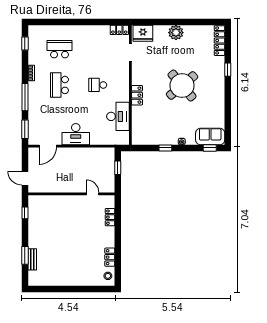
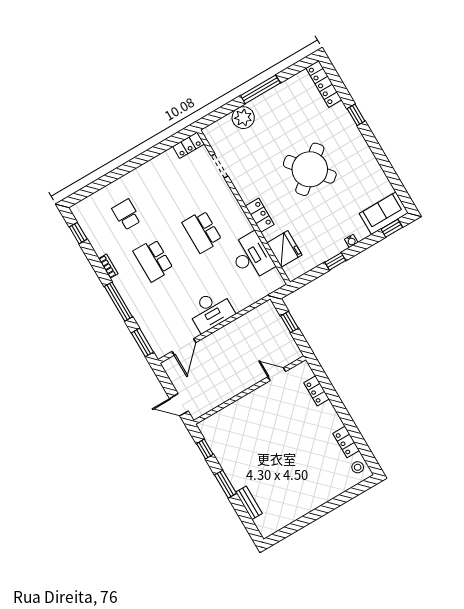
window: (181, 22) -> (260, 89), added
fridge: (143, 33) -> (284, 249), moved, turned -90
plant: (176, 33) -> (243, 118), moved
school desk: (60, 49) -> (126, 215), width x0.54
school desk: (98, 85) -> (202, 232), width x1.85
window: (25, 255) -> (226, 484), moved

